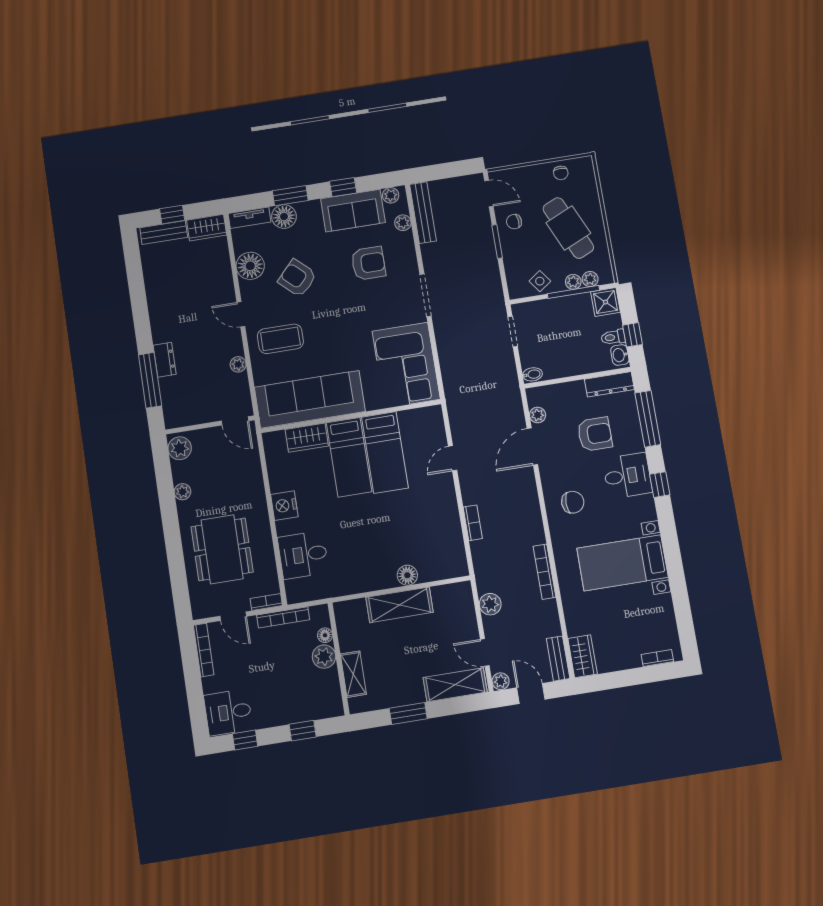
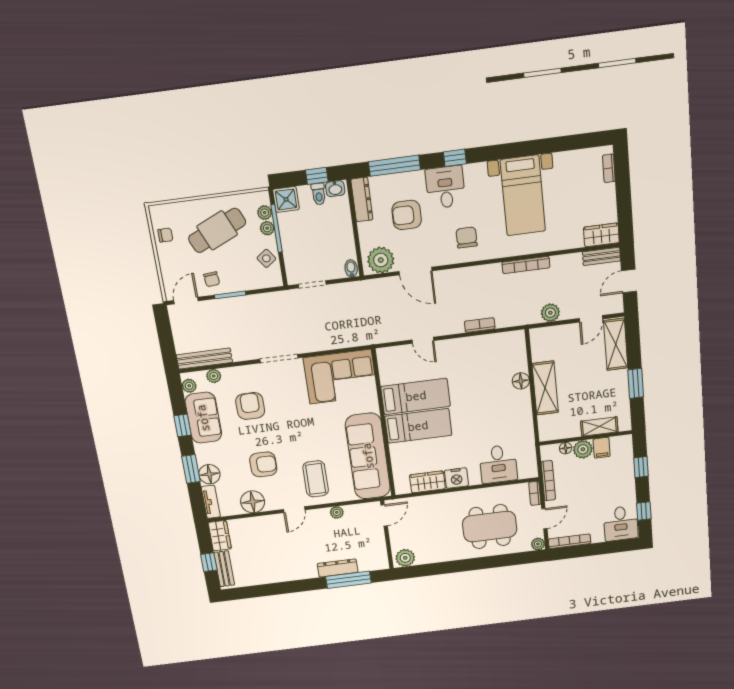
armchair: (297, 278) -> (263, 464), turned -133
dresser: (165, 360) -> (338, 568), width x1.44
plant: (538, 415) -> (381, 260), width x1.87, depth x1.87
armchair: (595, 434) -> (407, 215), turned -90
wardrobe: (307, 438) -> (427, 482), moved, turned -90
plant: (182, 492) -> (538, 544), moved
filing cabinet: (327, 679) -> (602, 448), added
plant: (501, 681) -> (616, 306), removed

